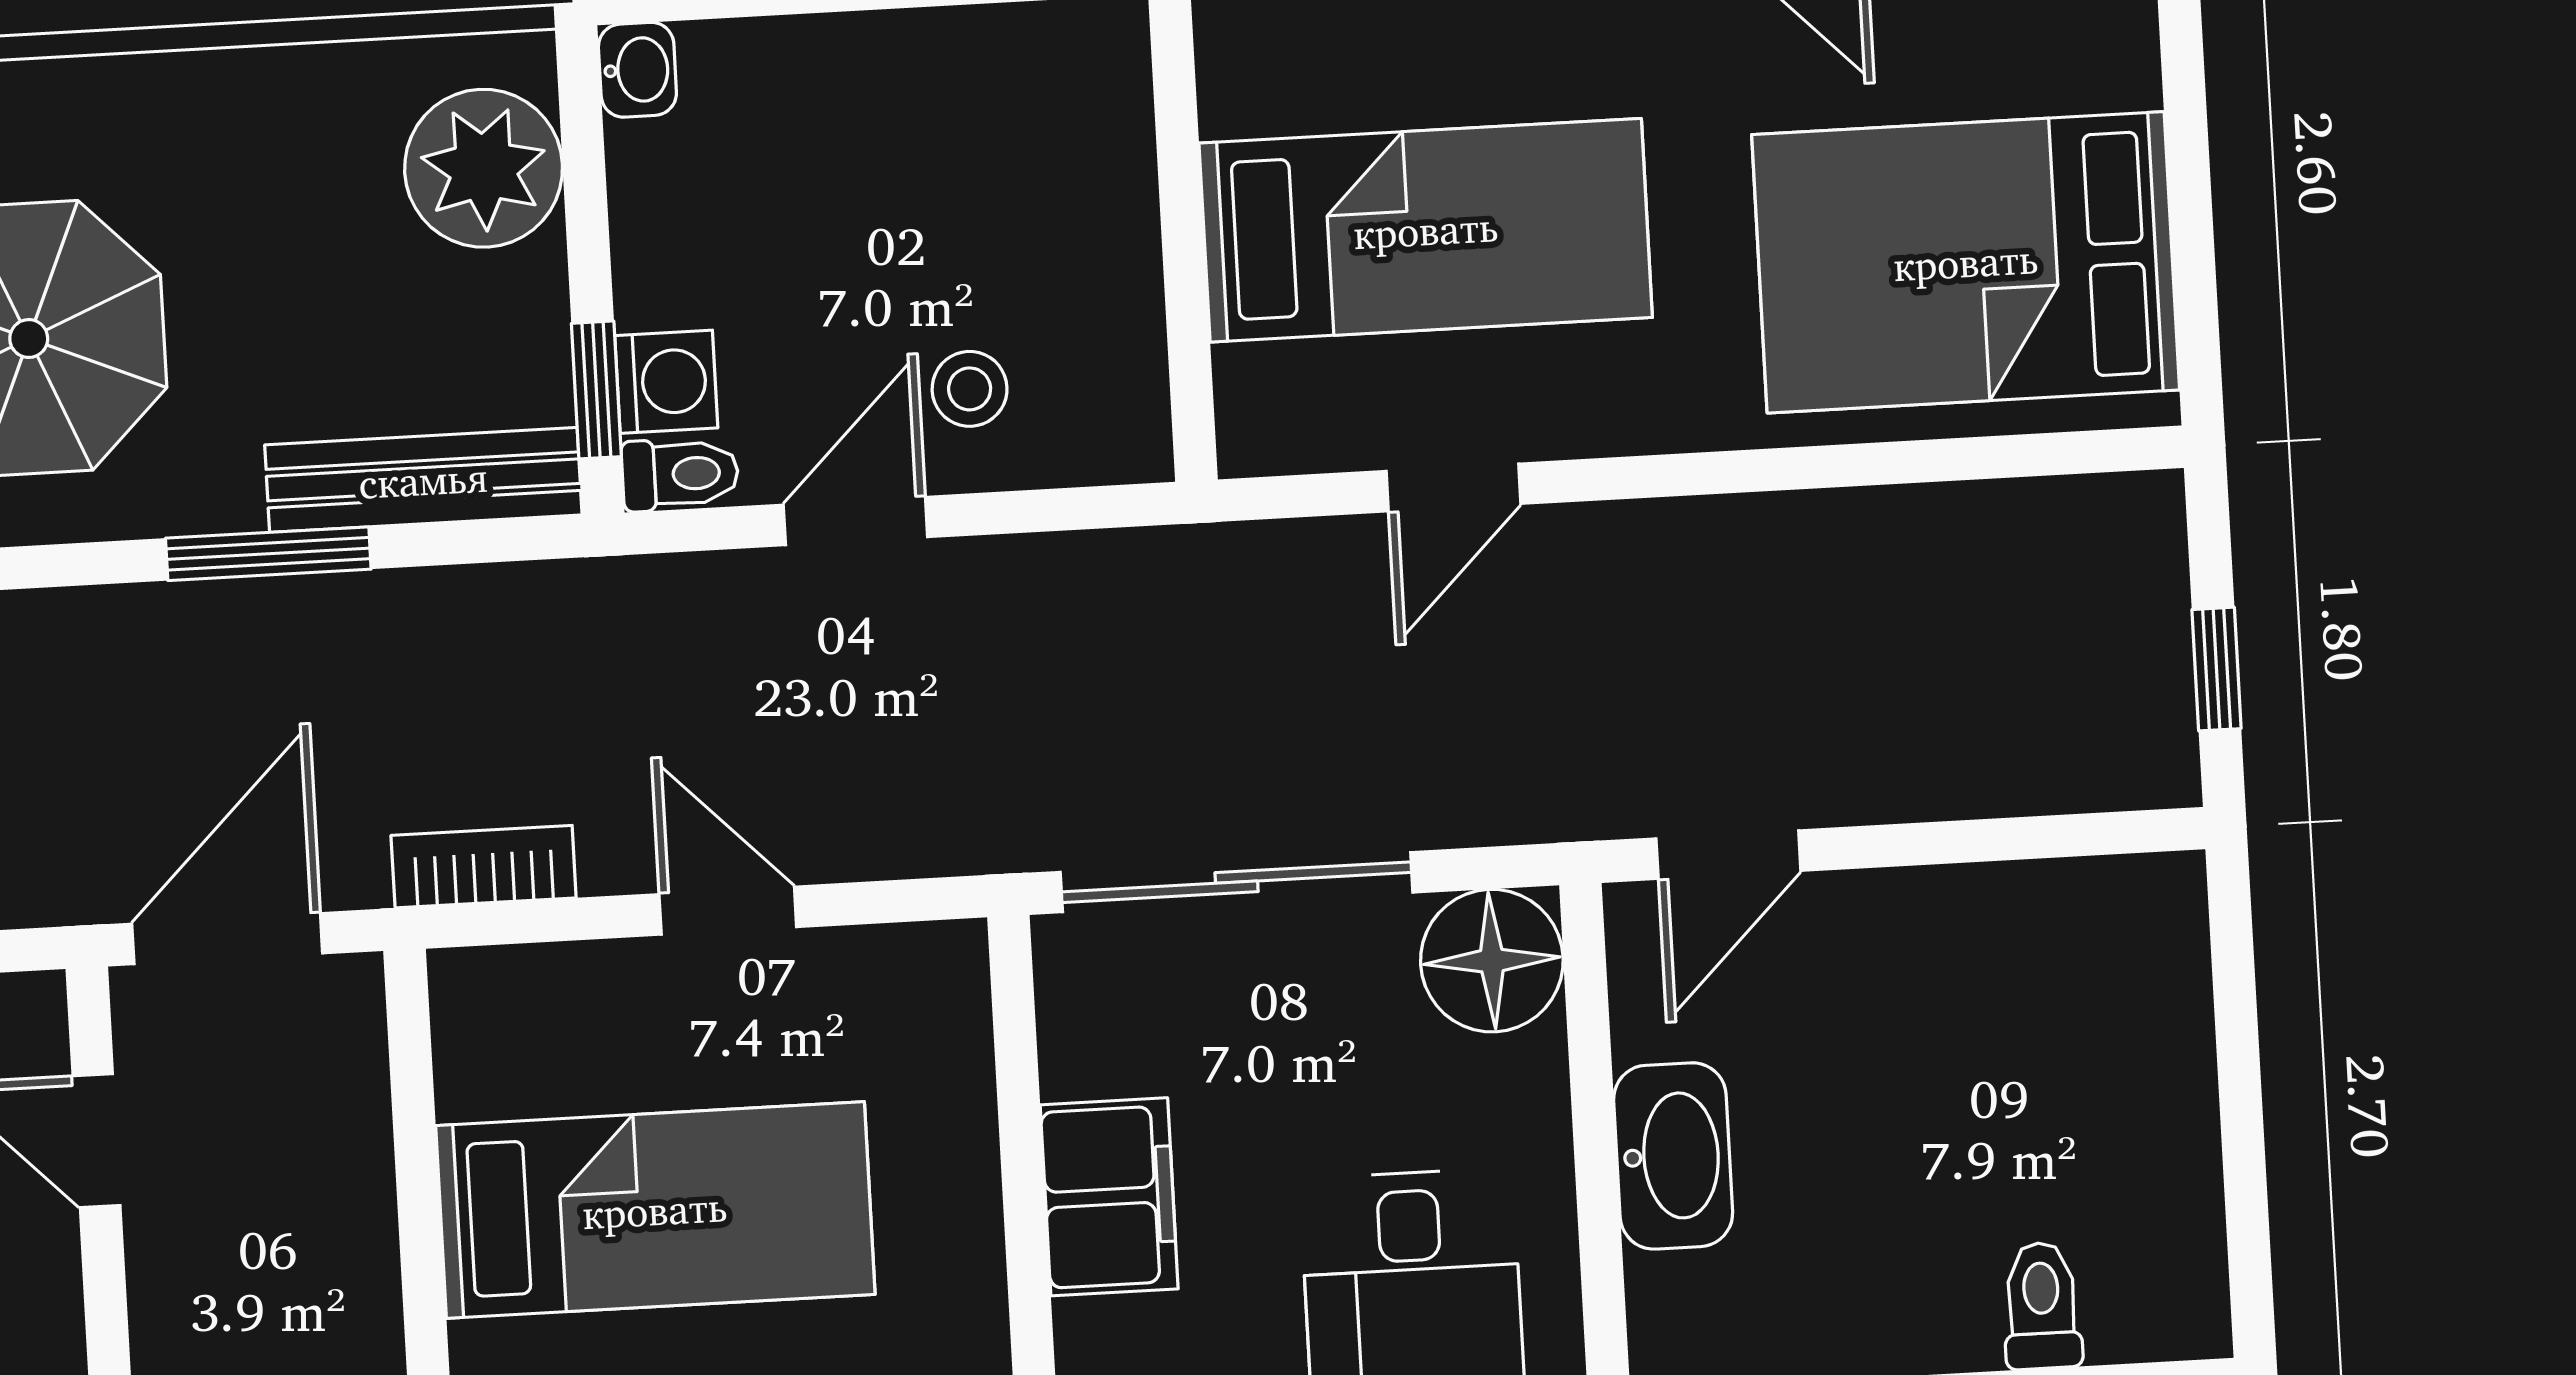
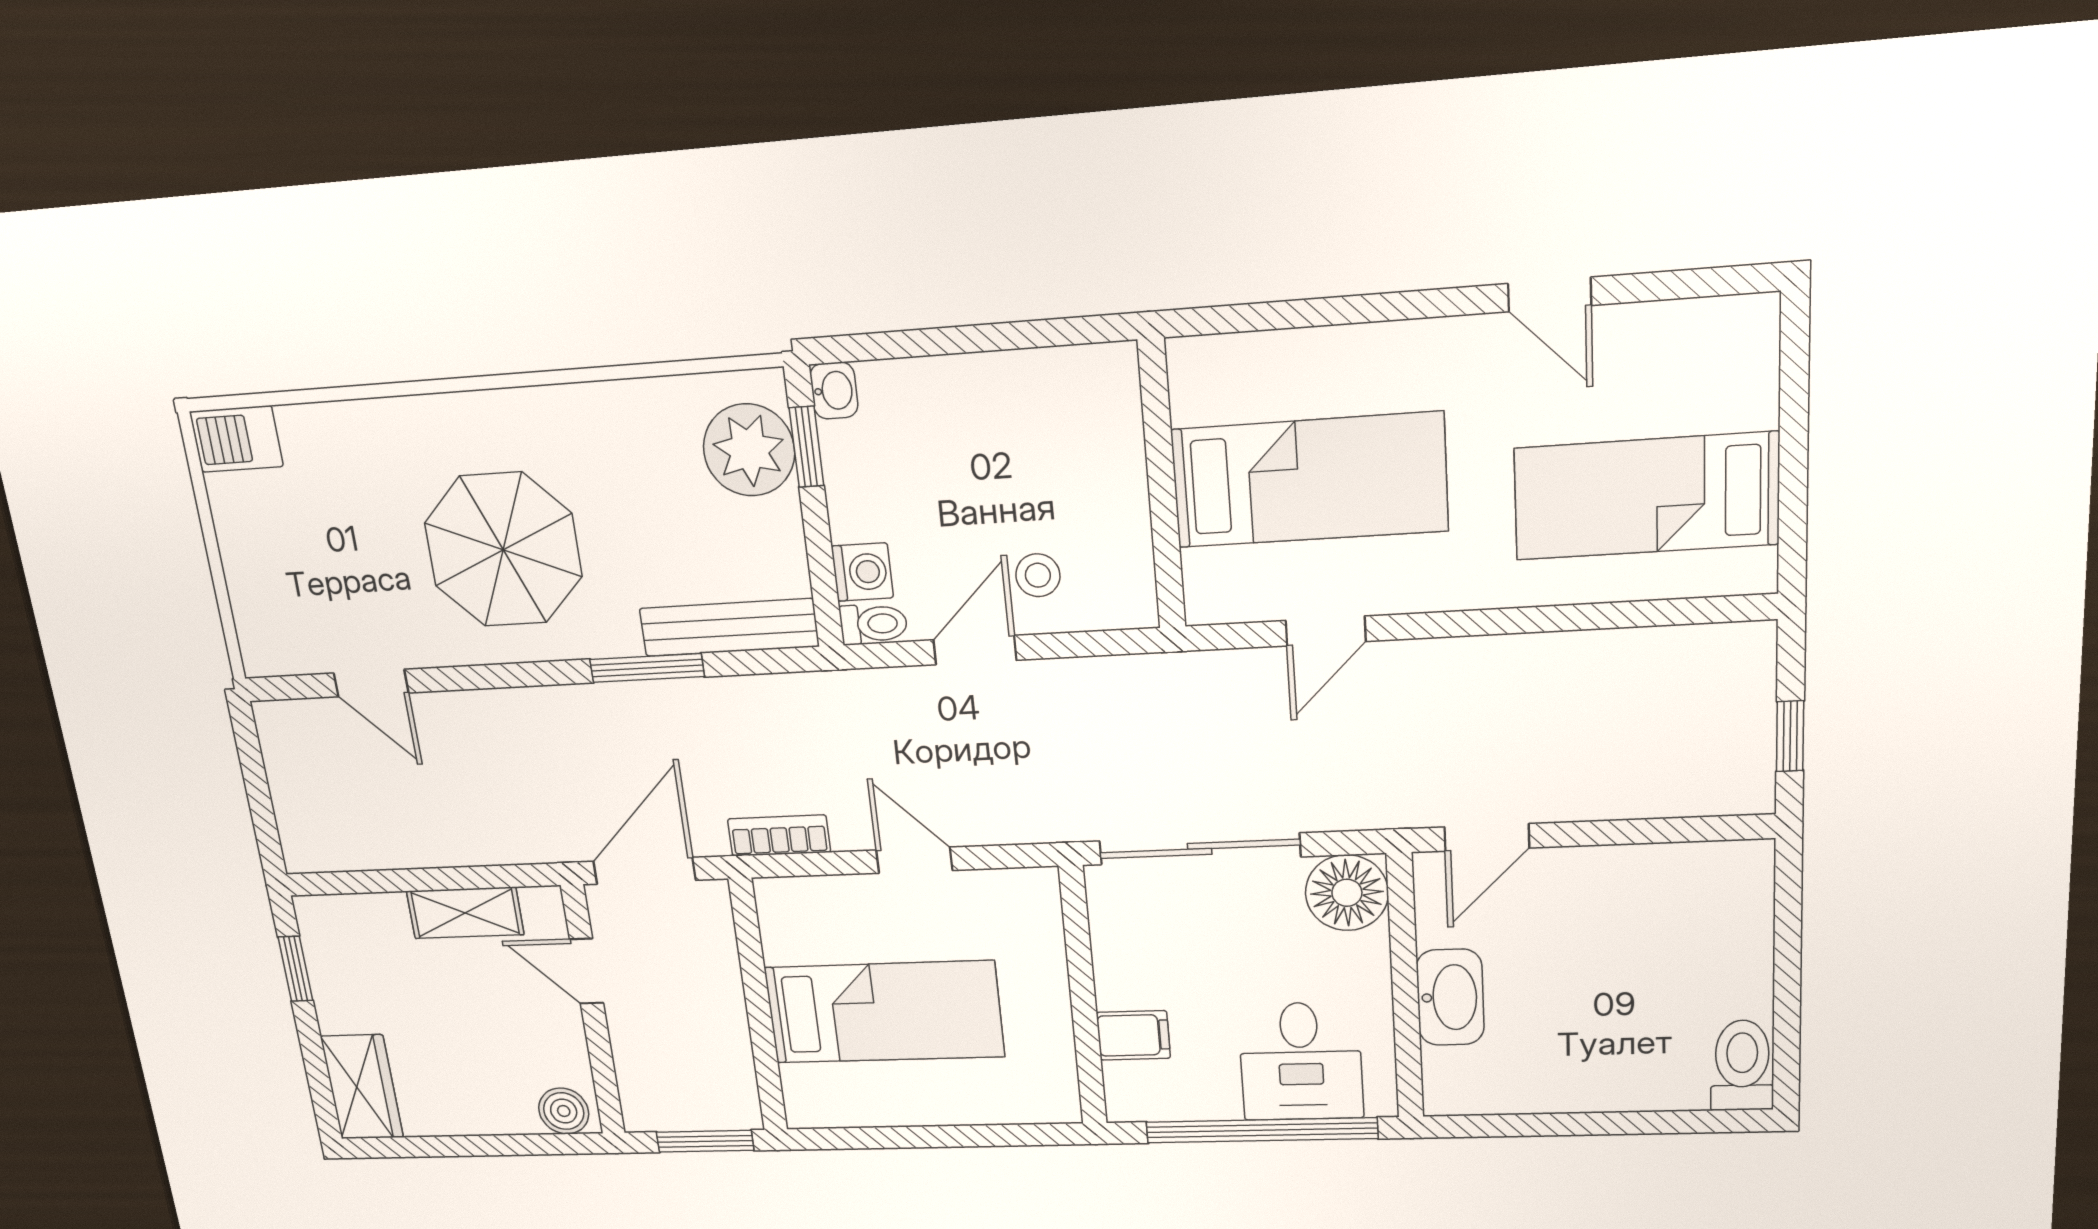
bed: (1966, 262) -> (1646, 496), width x0.67
window: (596, 390) -> (806, 447), moved
filing cabinet: (1109, 1197) -> (1133, 1035), width x0.50
toilet: (2042, 1306) -> (1742, 1065), moved, width x1.37, depth x1.39

